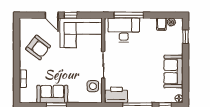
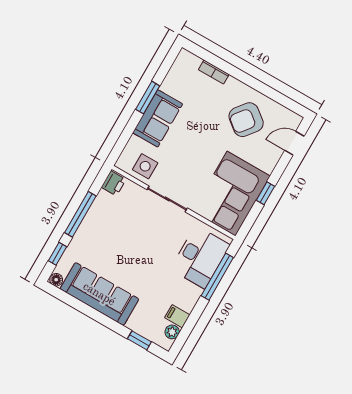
door: (52, 15) -> (294, 143), moved
sofa: (173, 71) -> (99, 294), width x1.36
sofa: (52, 94) -> (158, 118), moved
printer: (116, 95) -> (114, 183), width x0.53, depth x0.68

